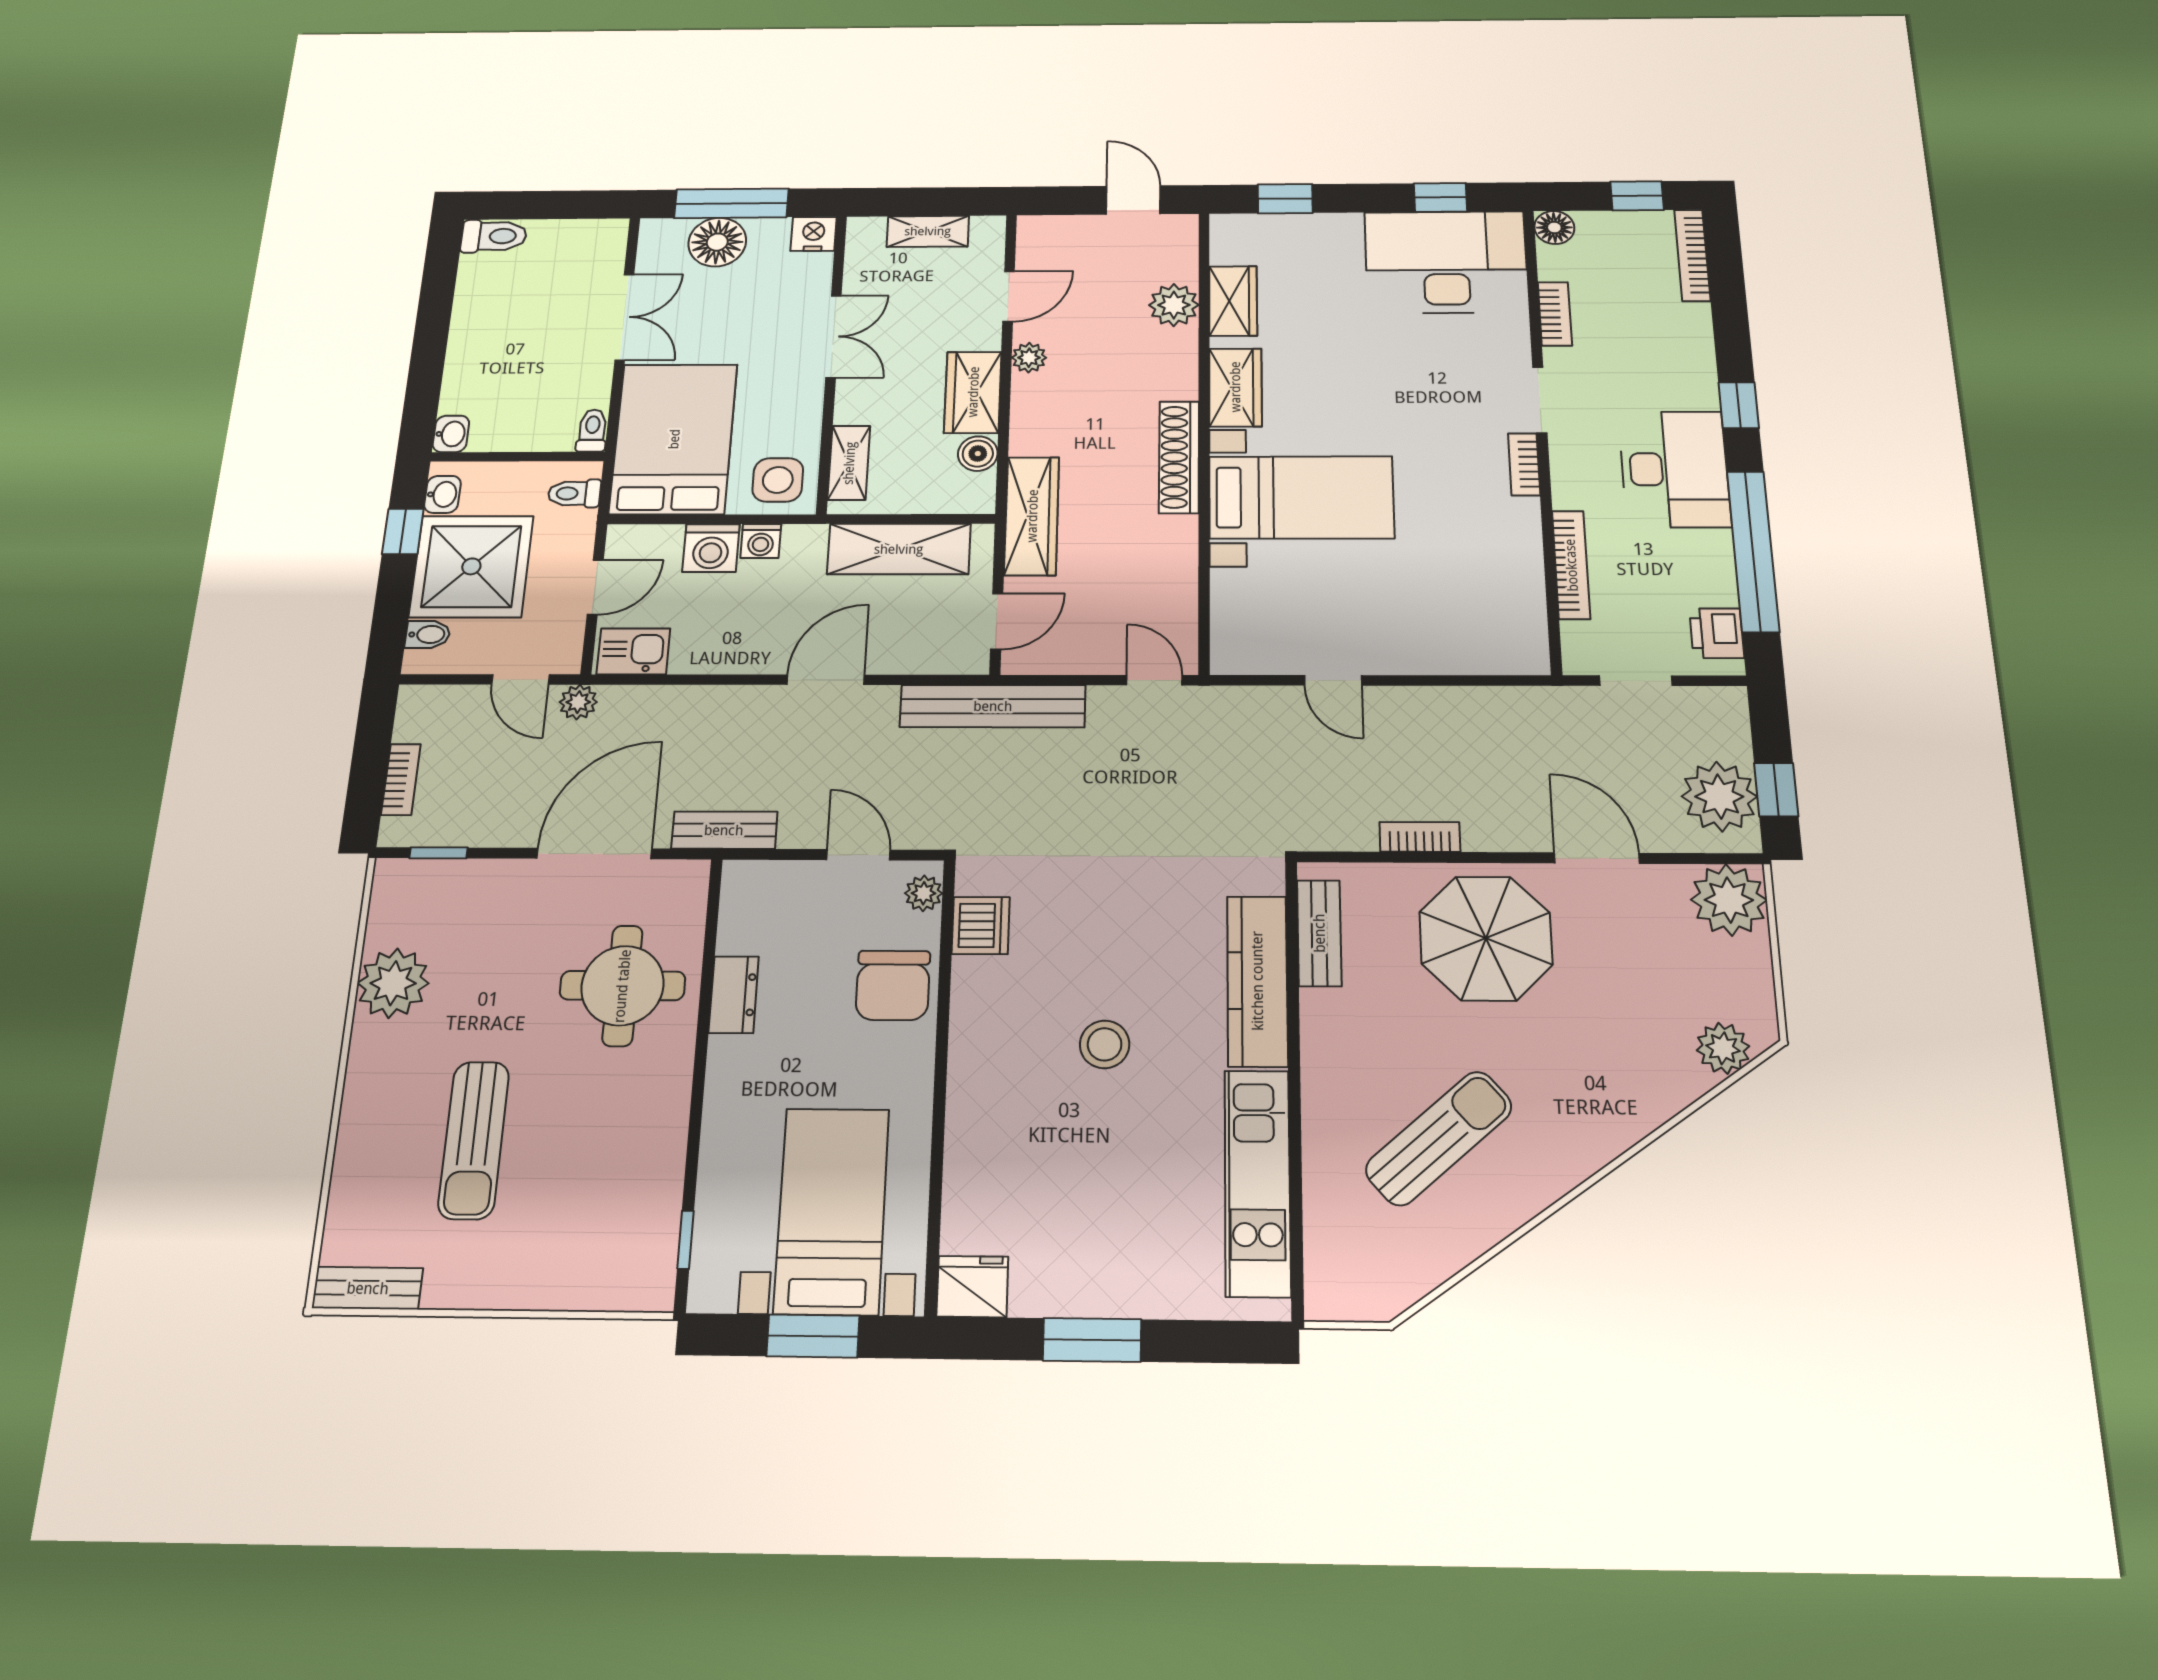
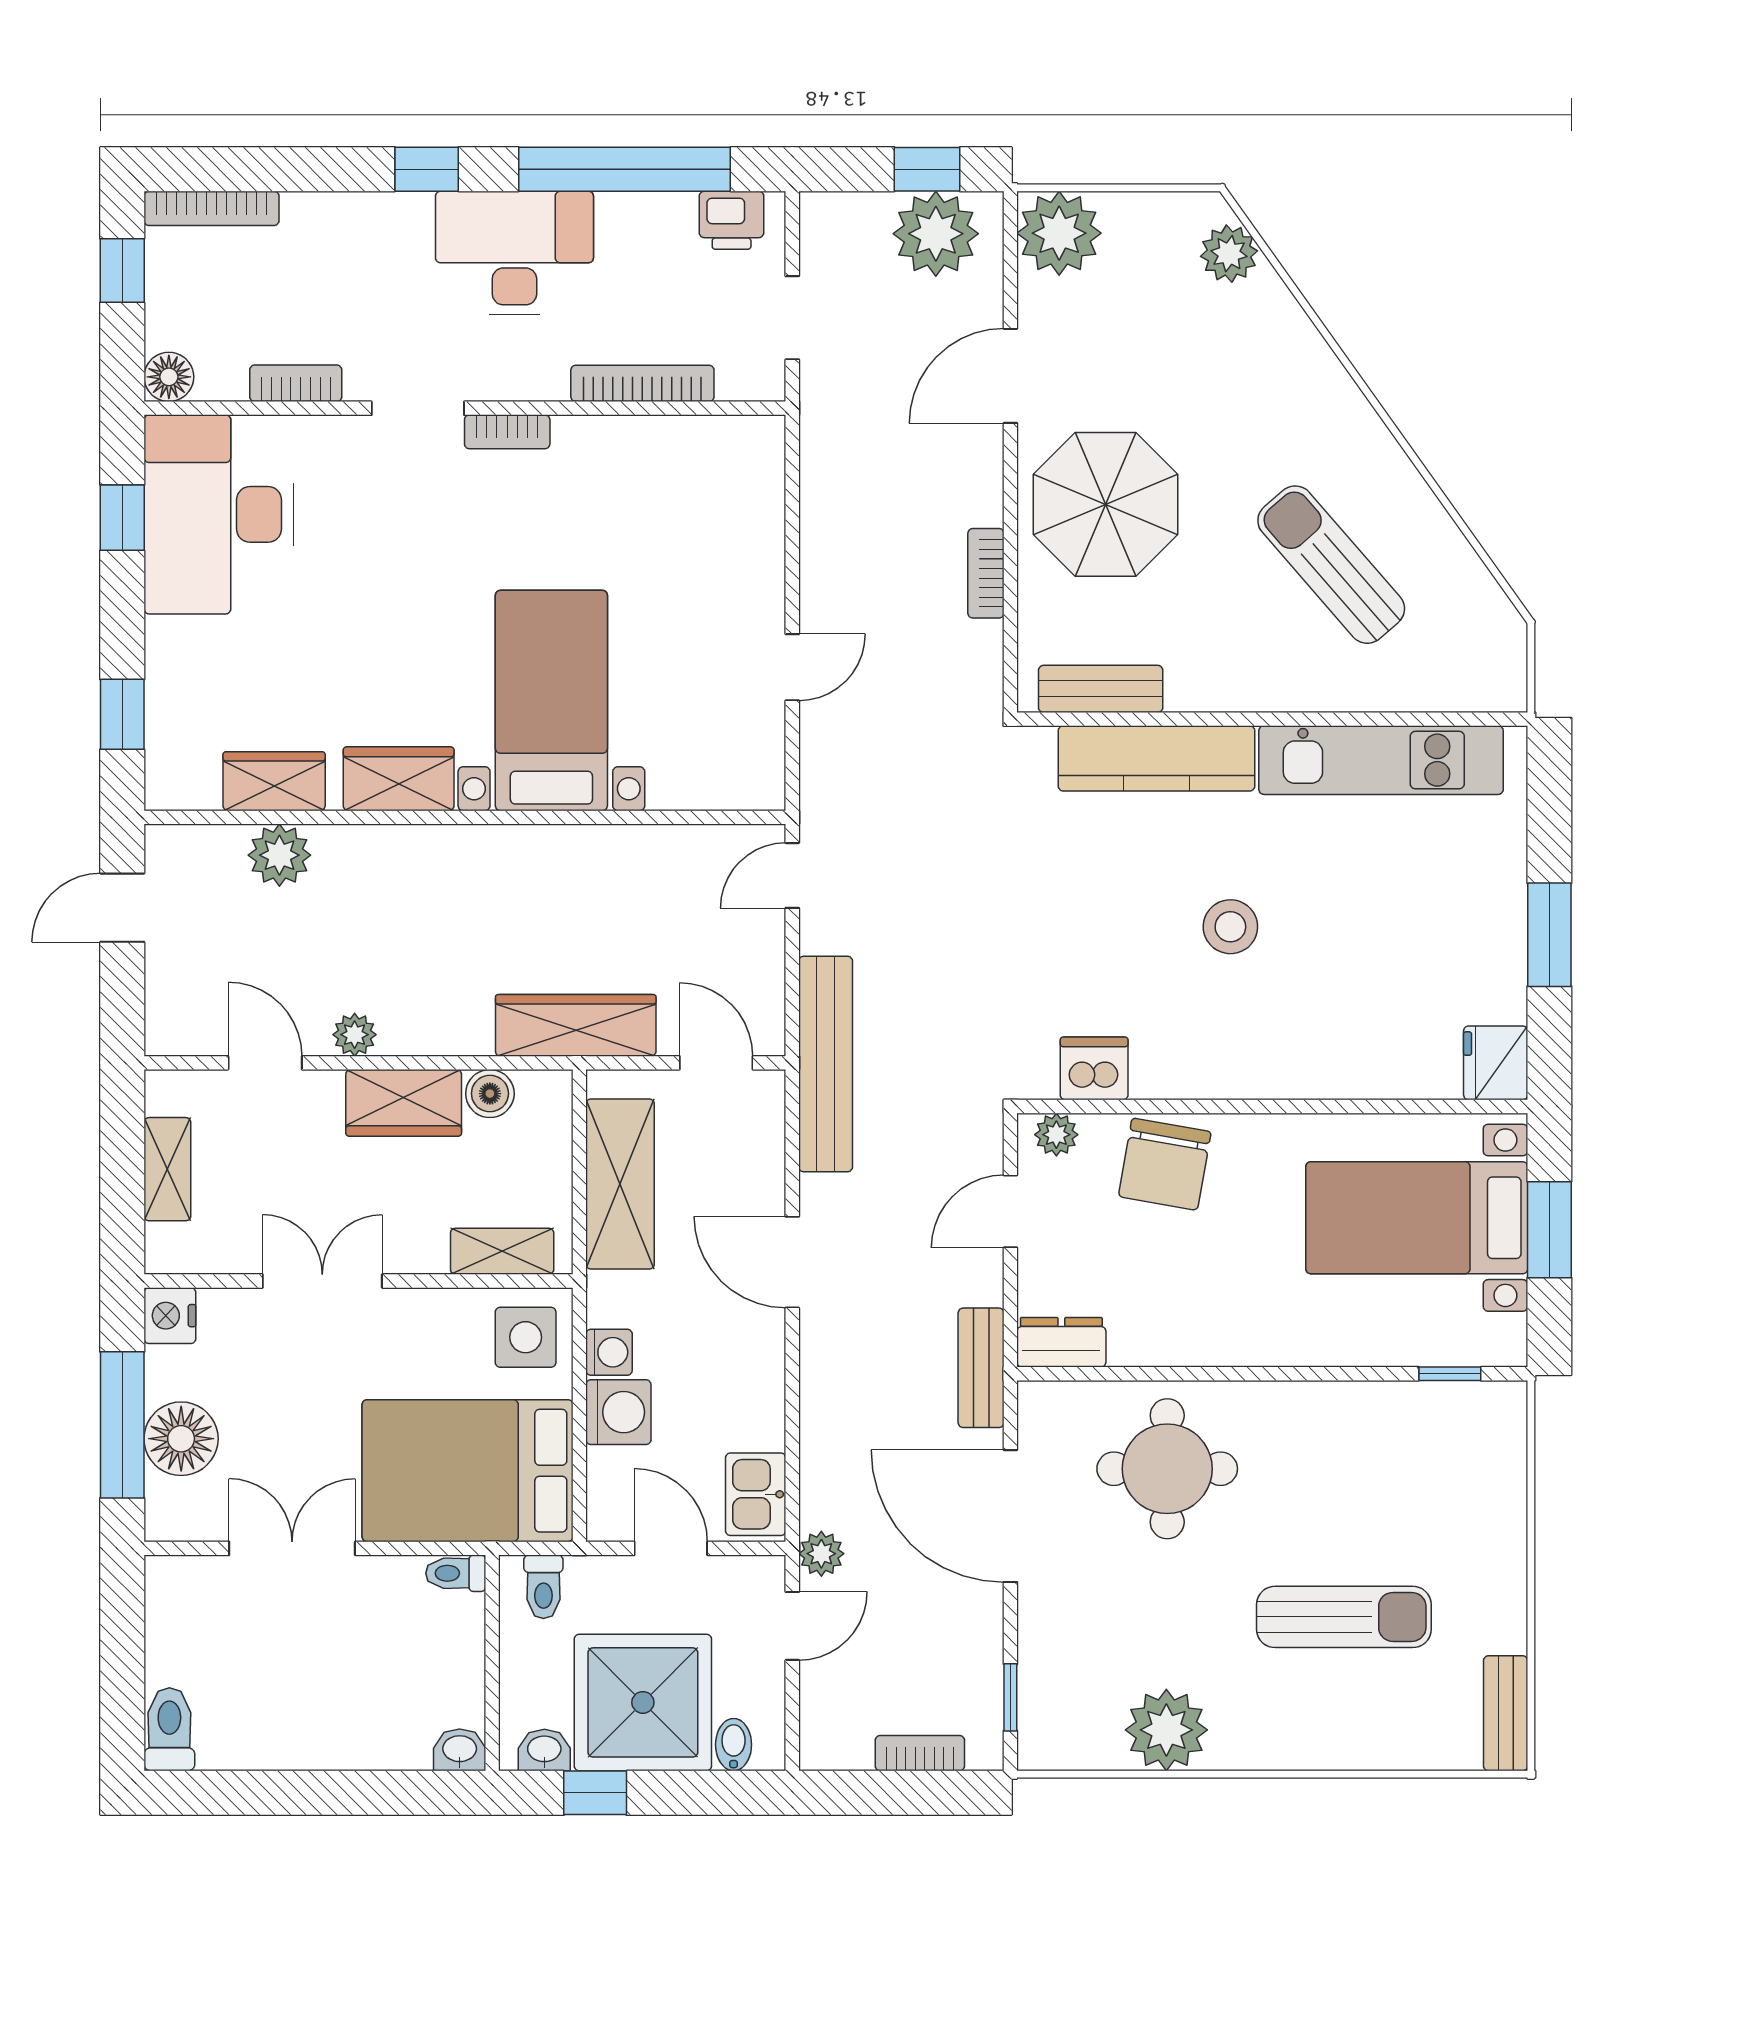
shoe rack: (1179, 457) -> (496, 848), removed
chair: (893, 985) -> (1165, 1164), turned 100
dresser: (734, 995) -> (1061, 1342), moved

